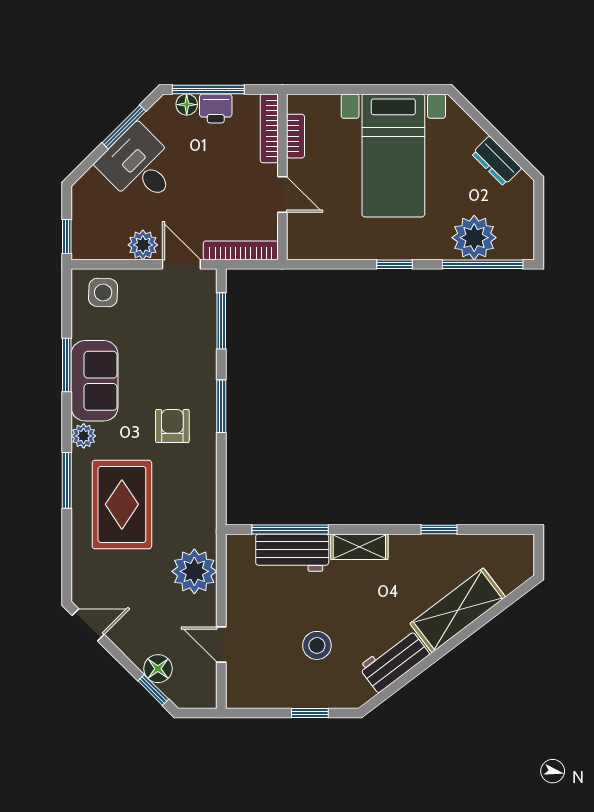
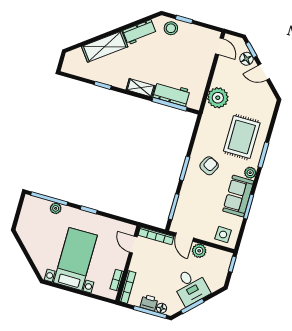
dresser: (497, 161) -> (30, 243), removed
door: (282, 195) -> (133, 245), moved
plant: (474, 238) -> (56, 208), width x0.53, depth x0.53
armchair: (172, 426) -> (209, 166), turned -153
door: (88, 625) -> (264, 72), moved
door: (221, 644) -> (219, 46), moved
stool: (317, 645) -> (171, 28), moved

